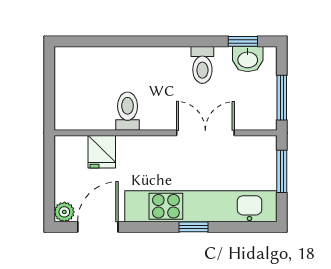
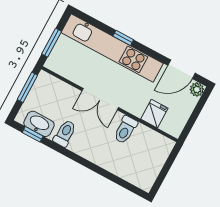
washbasin: (248, 59) -> (39, 124), width x1.38
double door: (205, 133) -> (100, 99), moved

